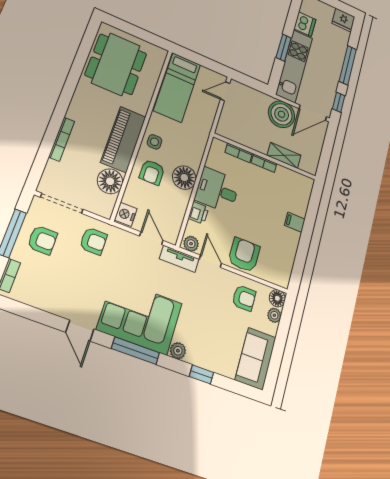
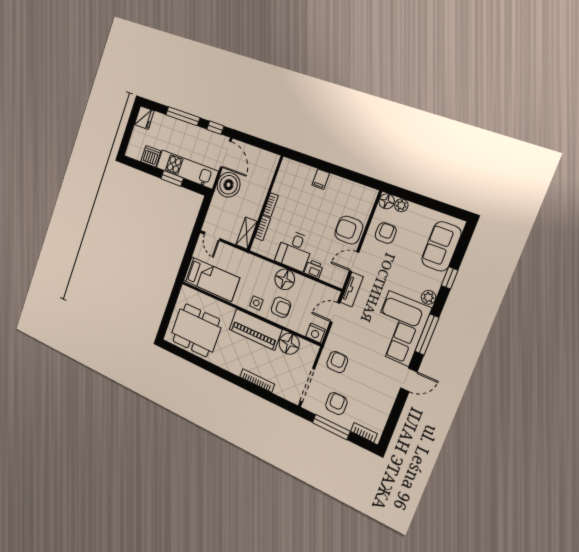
shelving: (284, 155) -> (246, 233), moved
plant: (191, 244) -> (339, 278), removed
sofa: (256, 359) -> (441, 246), moved, turned 90

